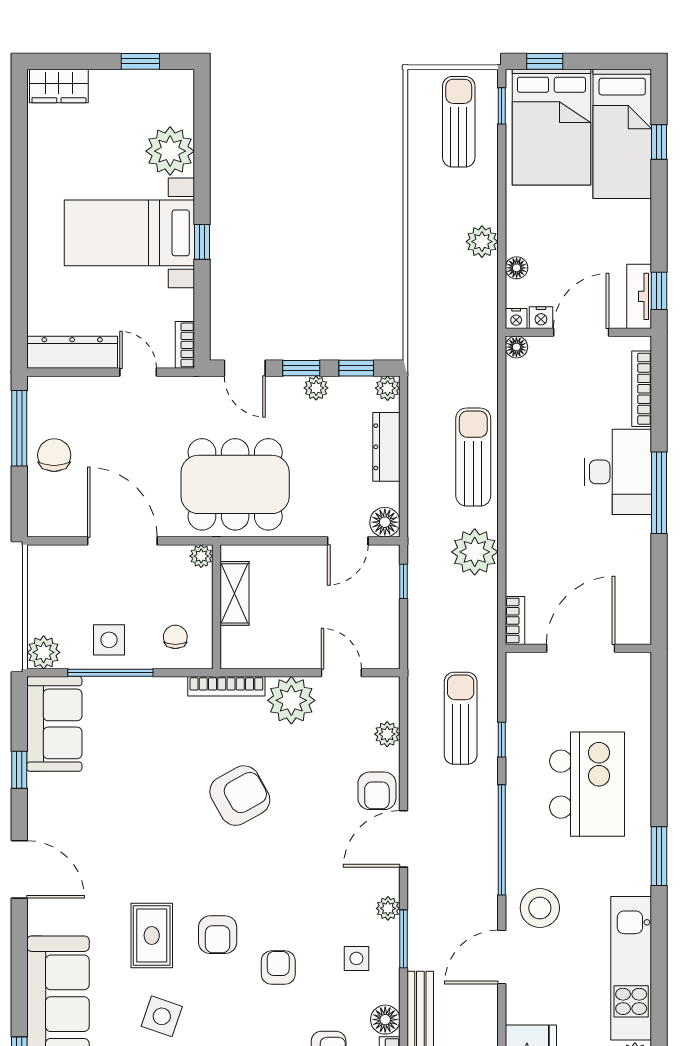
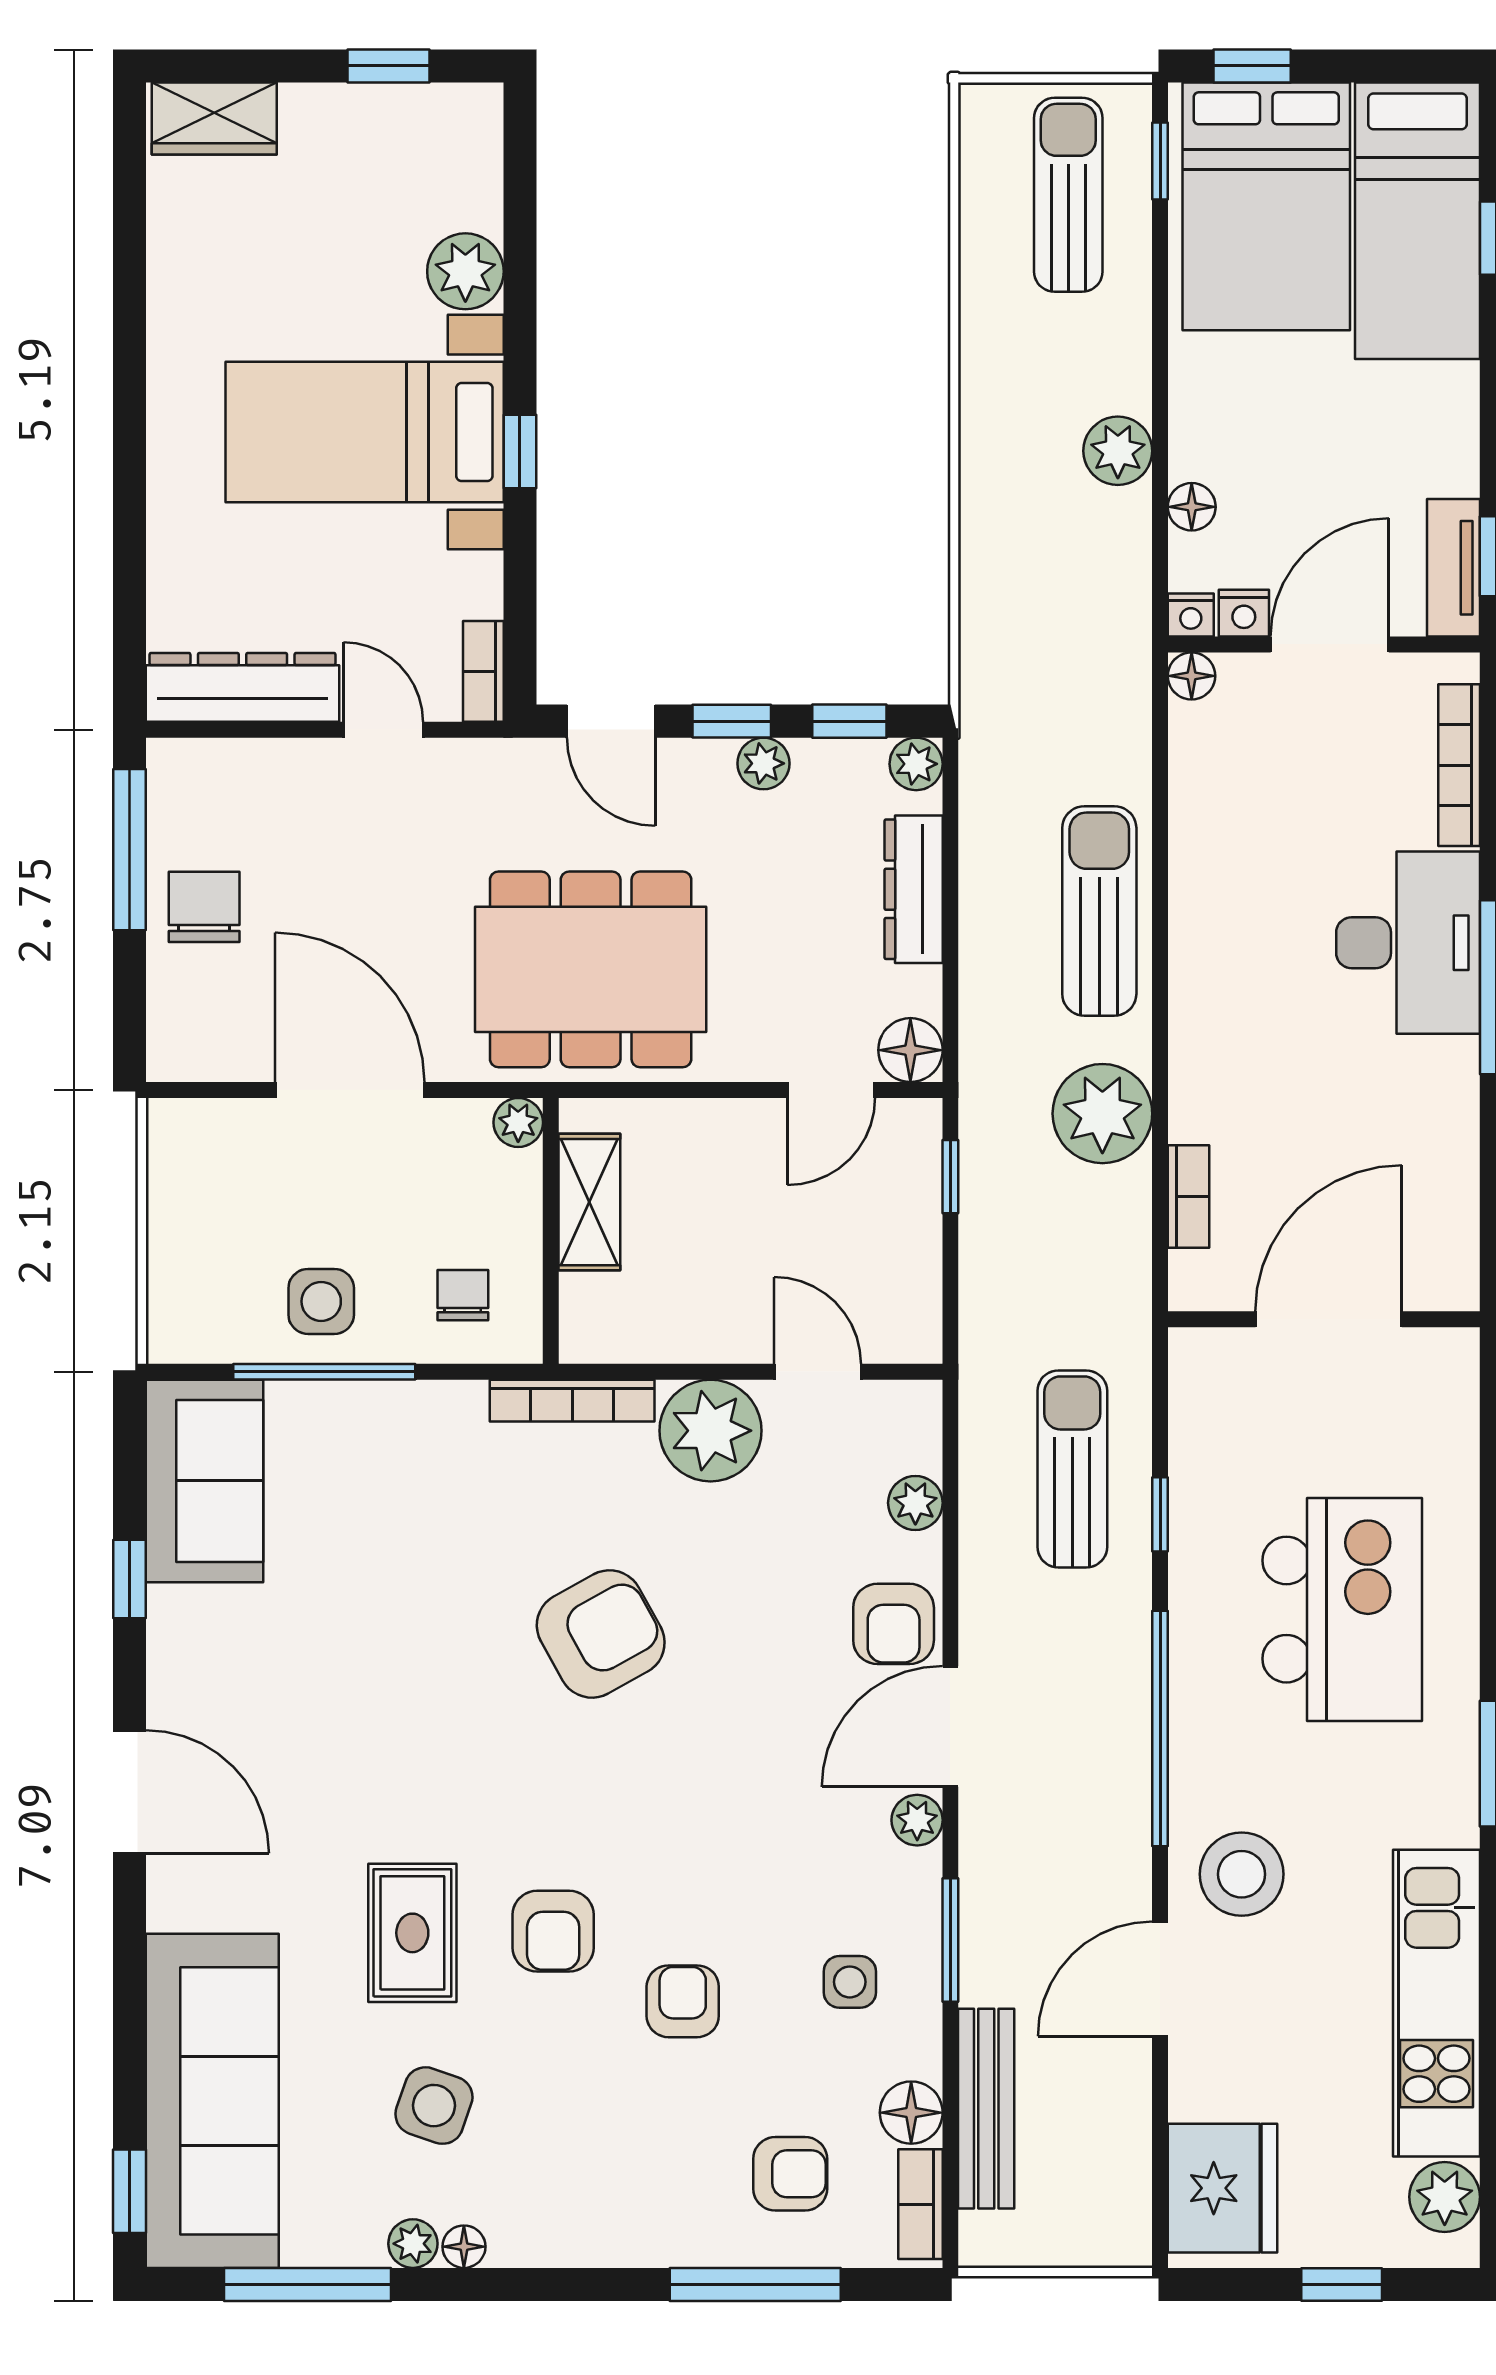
plant: (170, 151) -> (465, 271), width x0.73, depth x0.73
bookcase: (515, 620) -> (1188, 1197), moved
plant: (44, 652) -> (181, 1328), removed
plant: (388, 908) -> (917, 1820), moved

